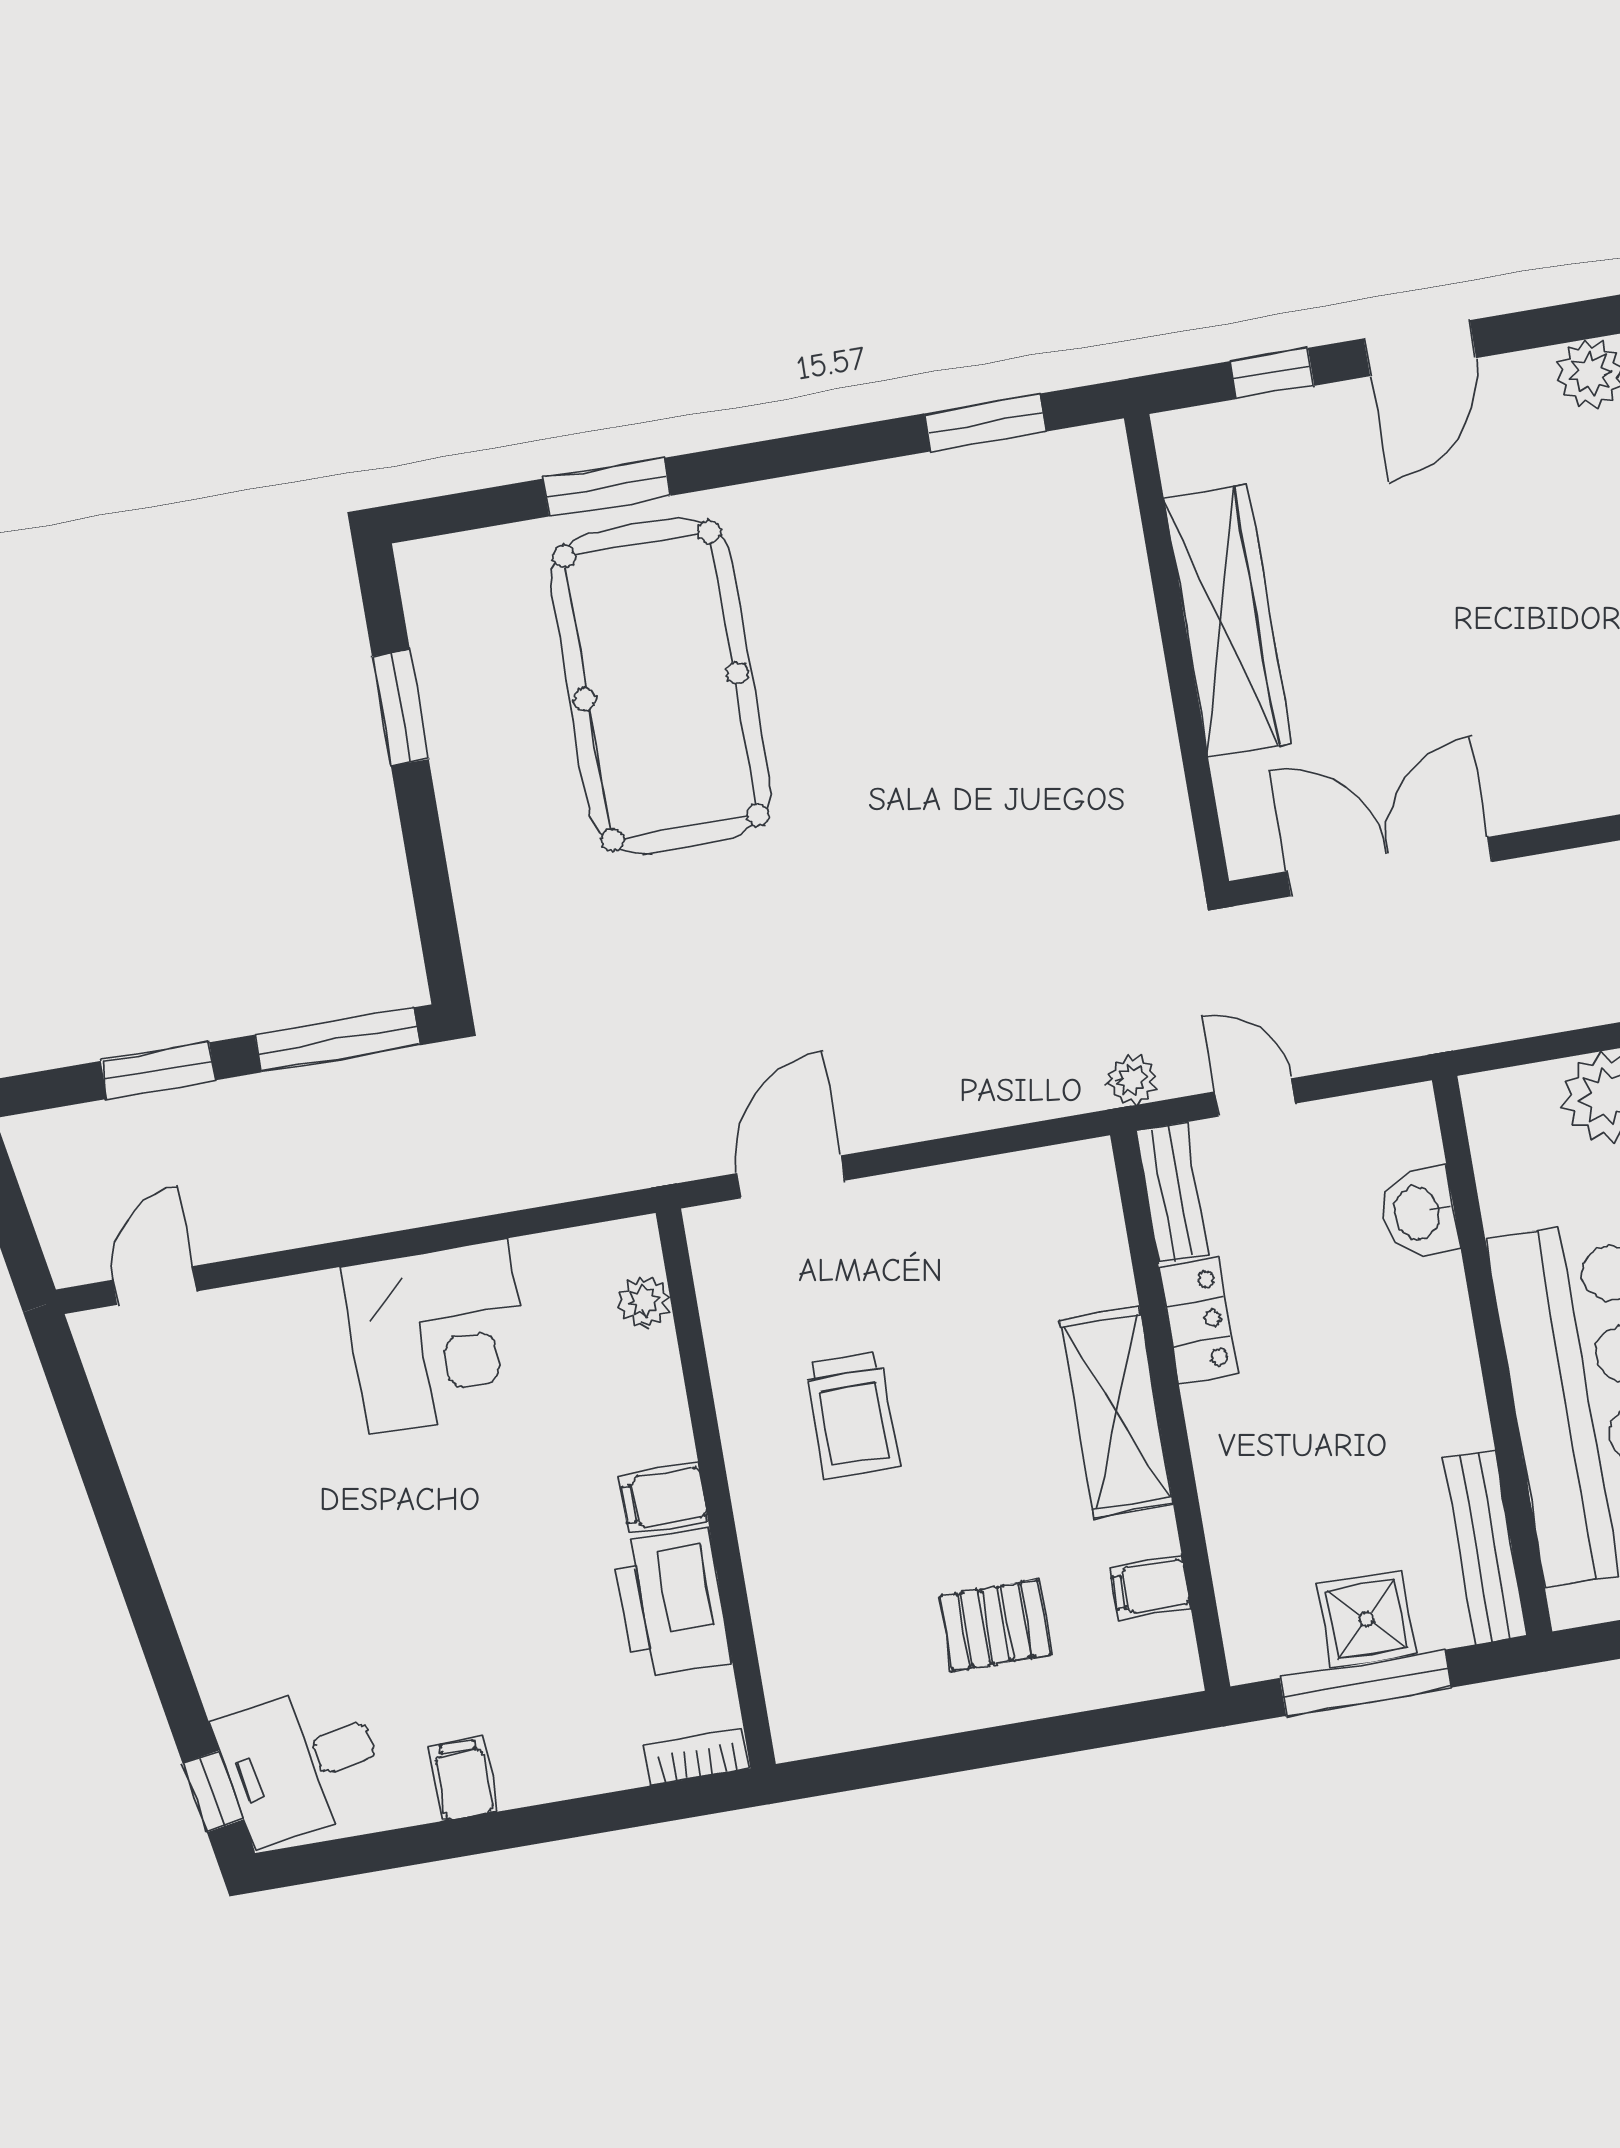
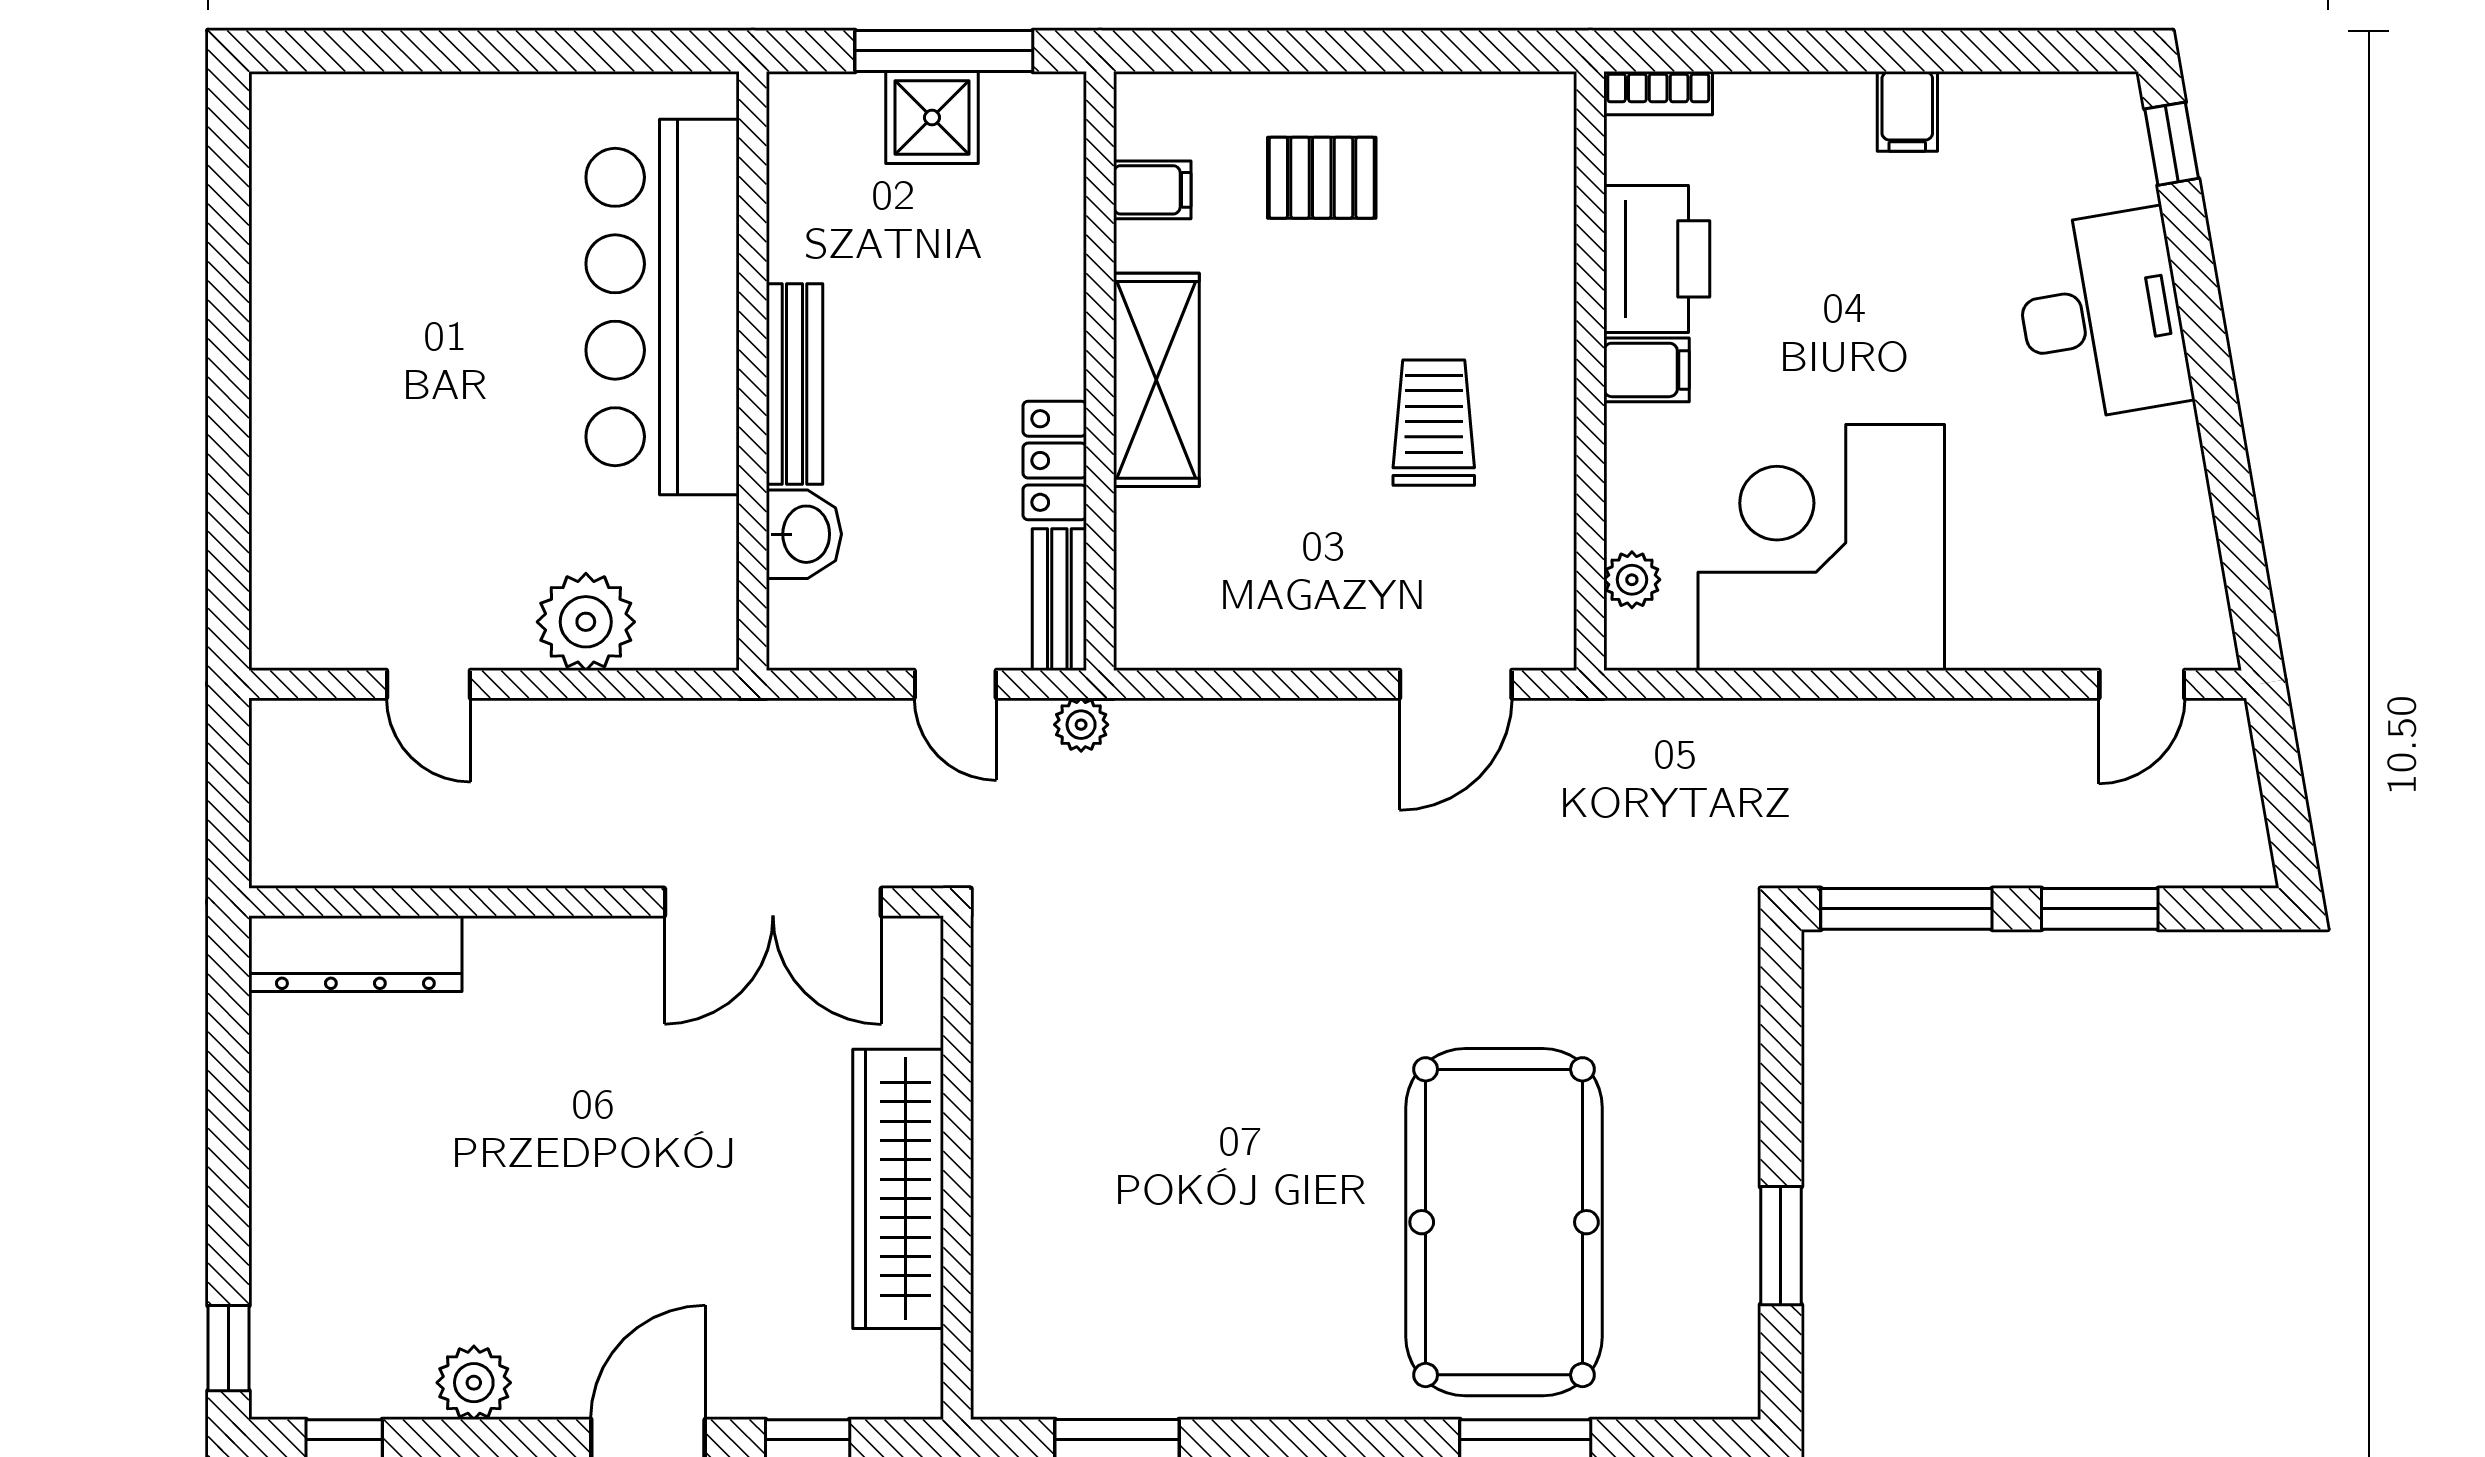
corner desk: (438, 1336) -> (1821, 547), width x1.36, depth x1.36
bench: (1485, 1547) -> (795, 384), moved
desk: (301, 1763) -> (2101, 315), moved, width x1.37

